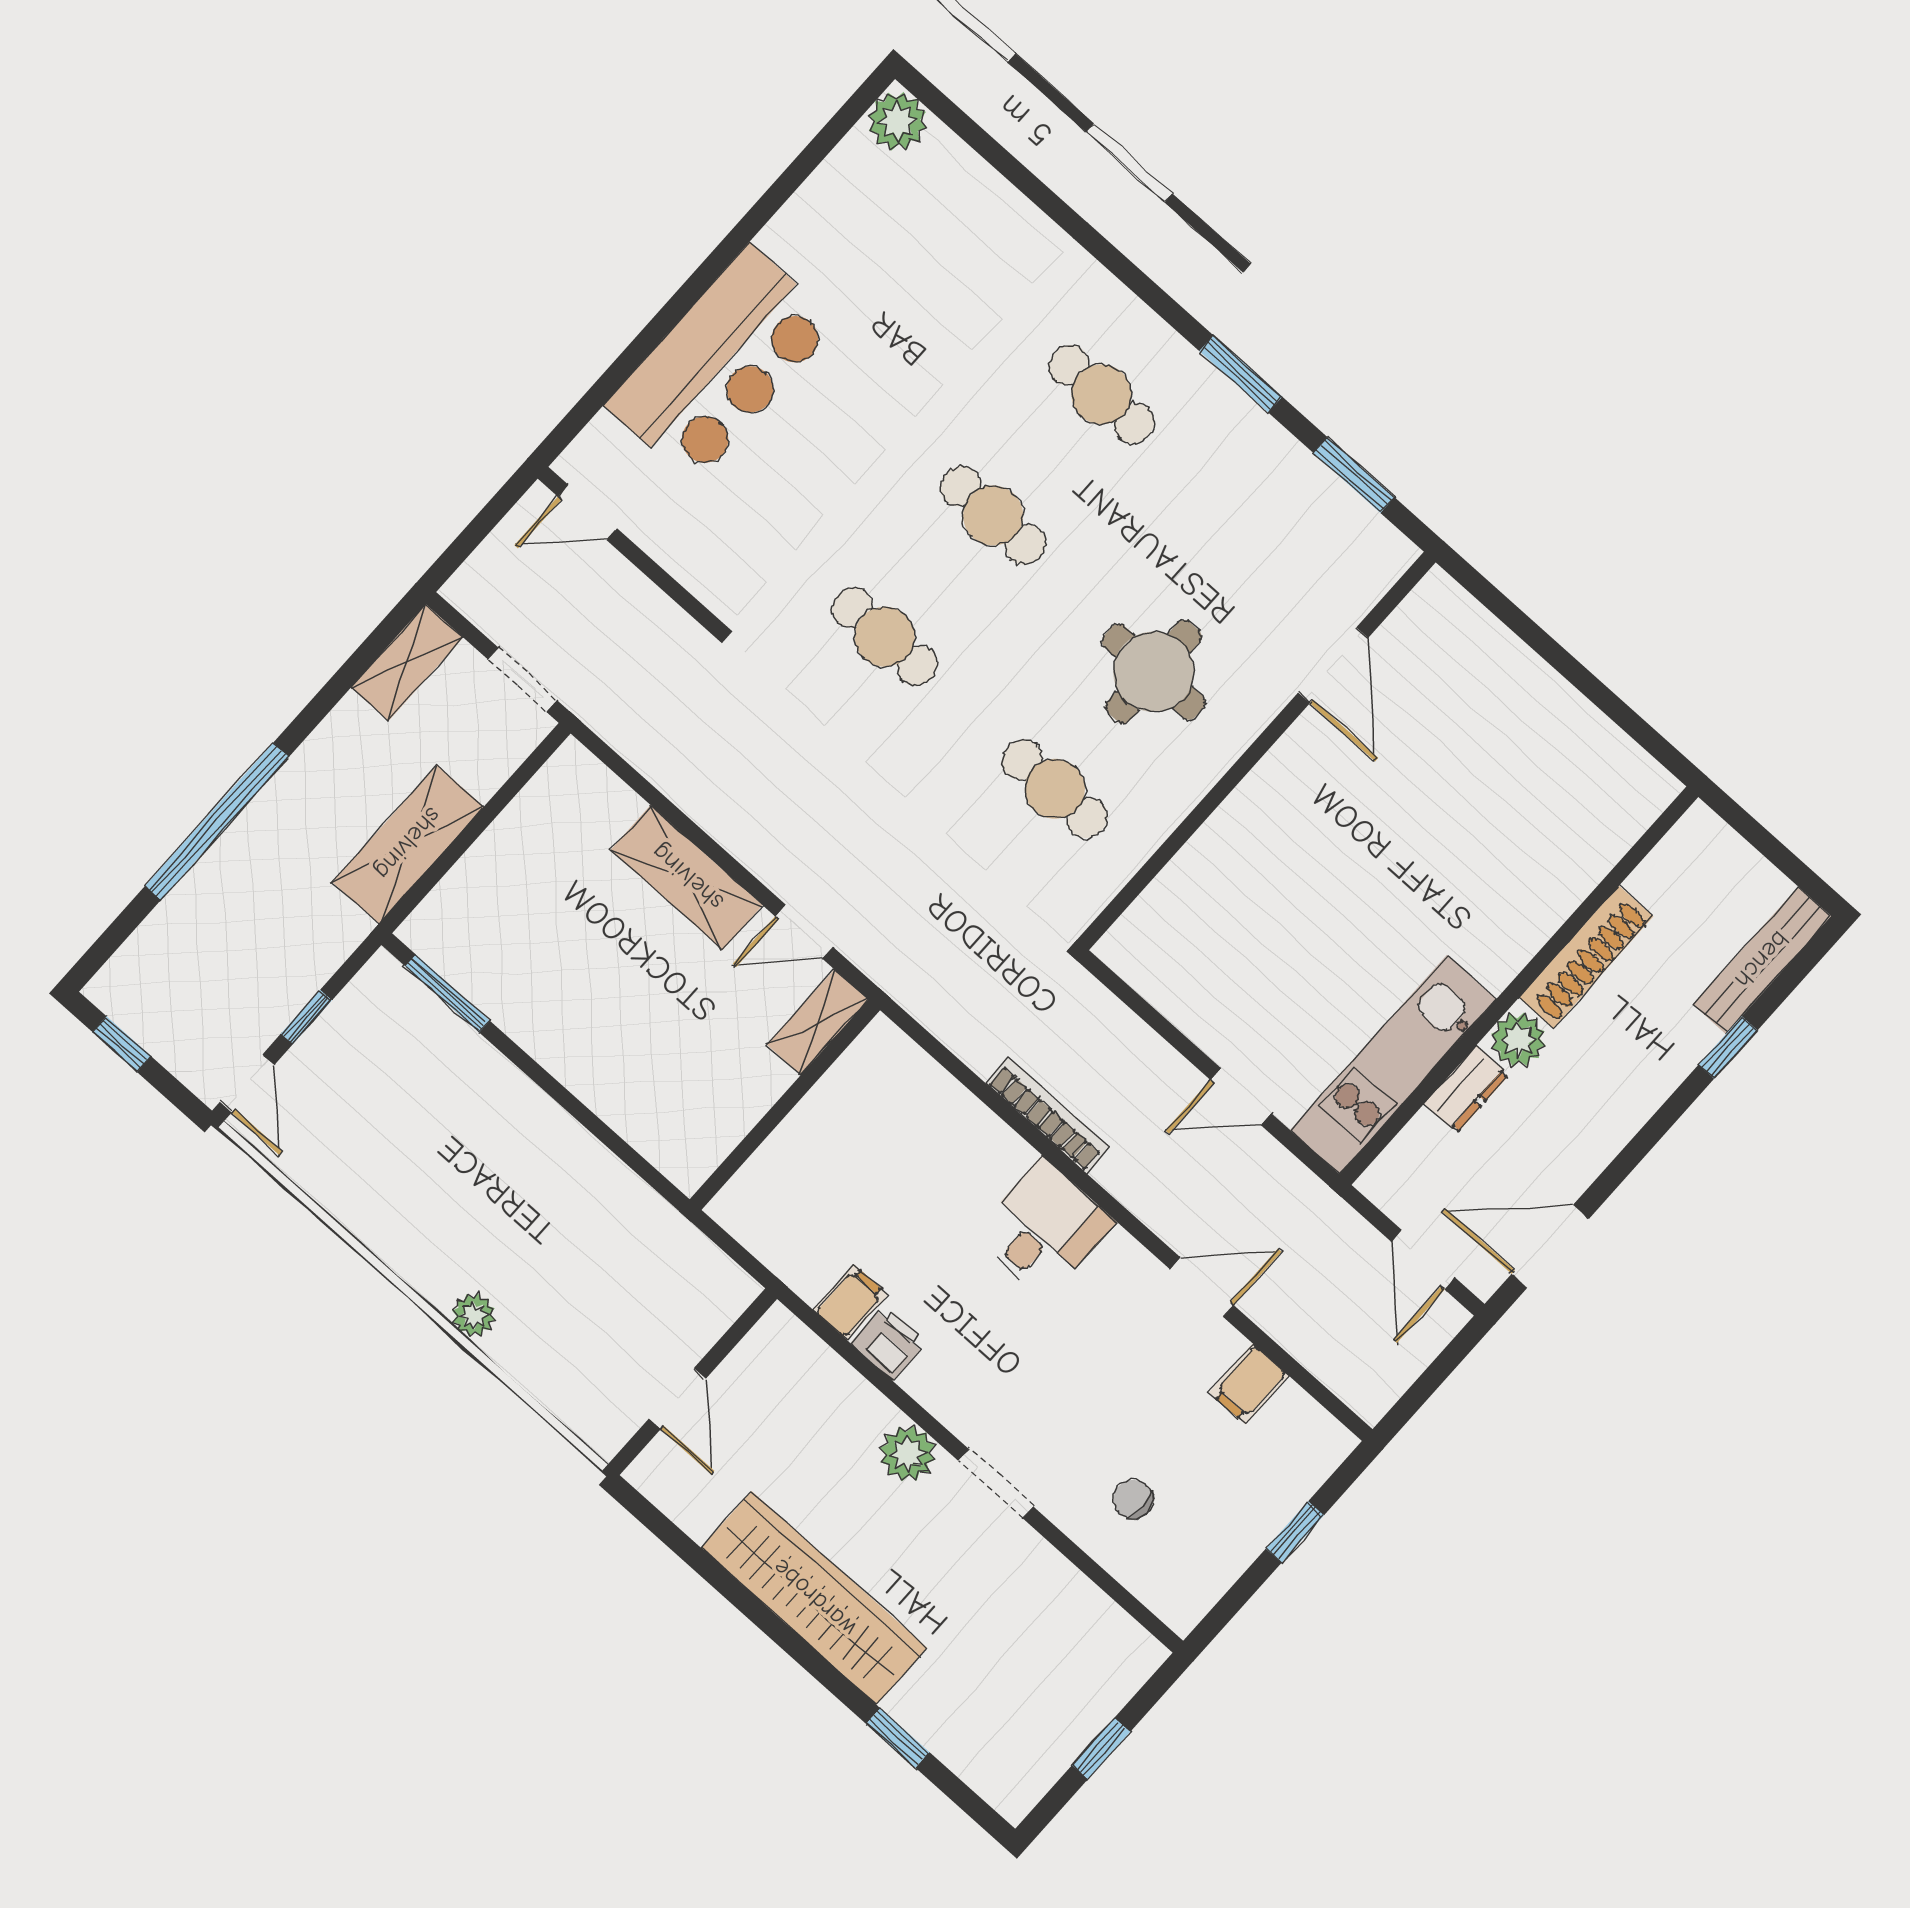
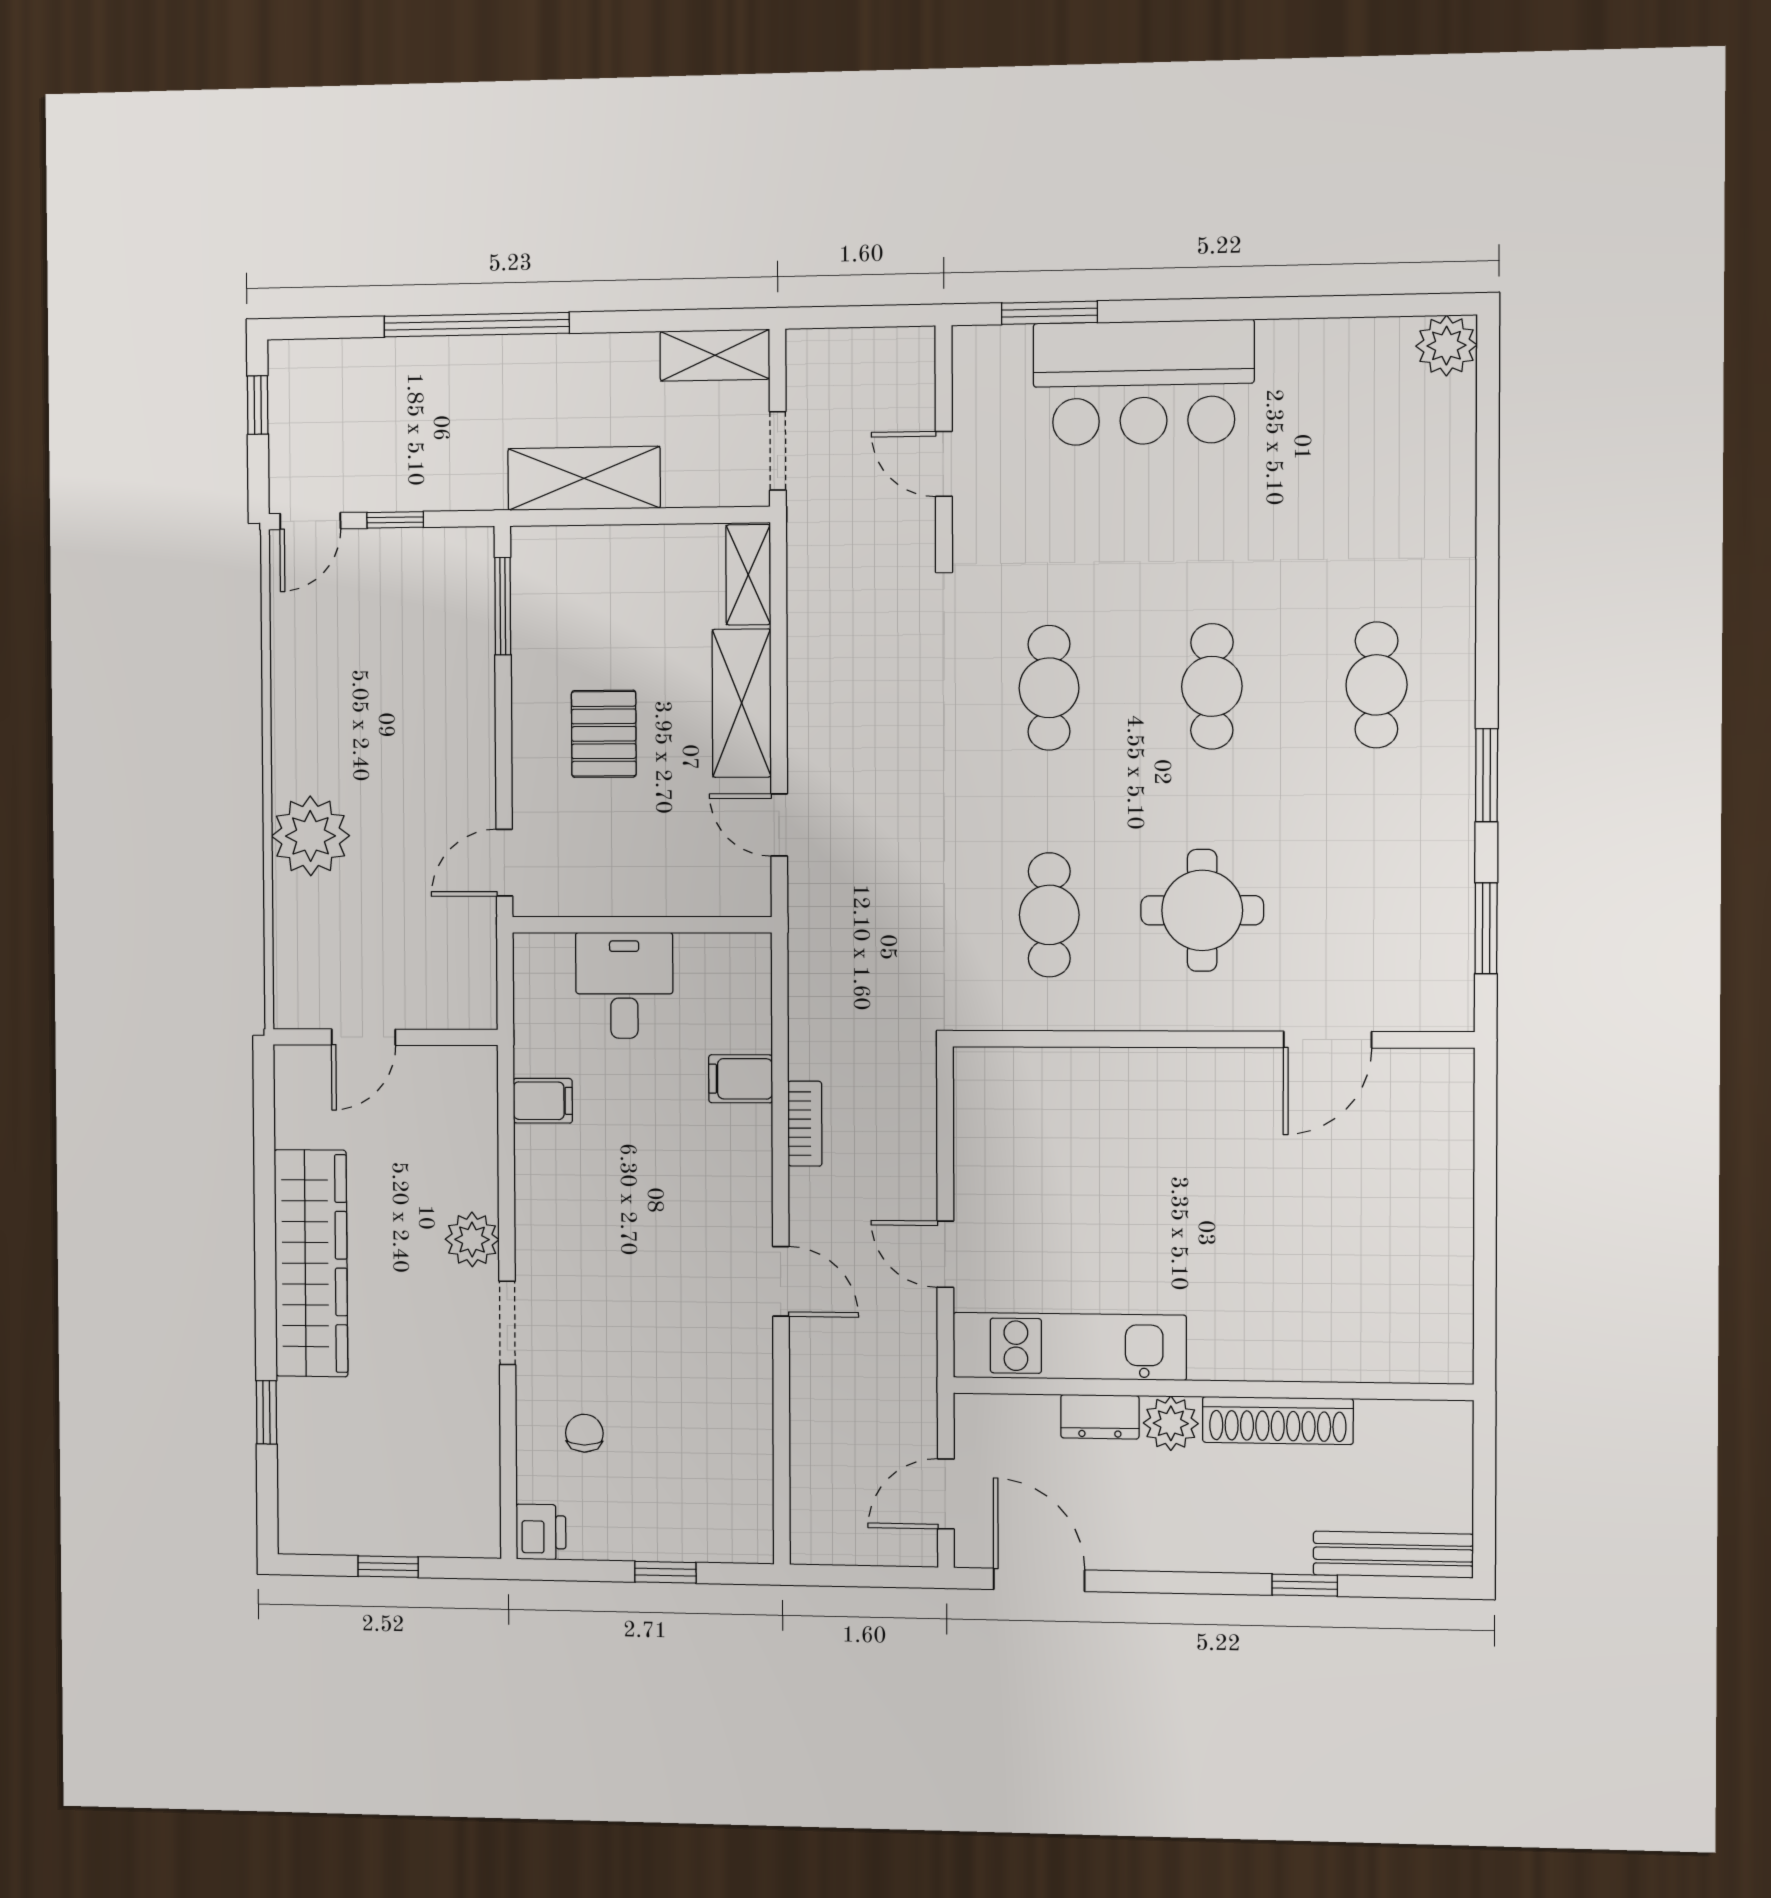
window: (606, 386) -> (1049, 313), added
door: (588, 512) -> (944, 464), moved
pallet: (614, 1003) -> (604, 734), added
shelving: (818, 1022) -> (748, 575), moved, turned 90
bookcase: (1047, 1115) -> (805, 1124), width x0.64
door: (643, 1168) -> (504, 863), added
desk: (1043, 1229) -> (624, 985), moved, turned -90
door: (1202, 1287) -> (781, 1281), moved
plant: (474, 1315) -> (310, 836), width x1.88, depth x1.88
printer: (889, 1343) -> (541, 1532), moved
filing cabinet: (1249, 1384) -> (741, 1079), moved

